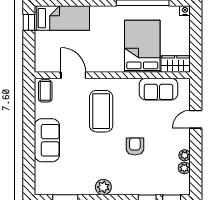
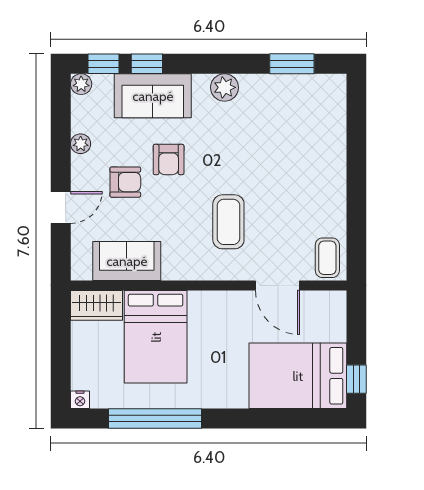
bed: (62, 18) -> (298, 376), width x1.50
coffee table: (101, 111) -> (228, 222), width x0.73, depth x0.76
armchair: (159, 134) -> (125, 182), added
sofa: (47, 140) -> (153, 96), moved, turned -90
plant: (184, 168) -> (81, 84), moved

